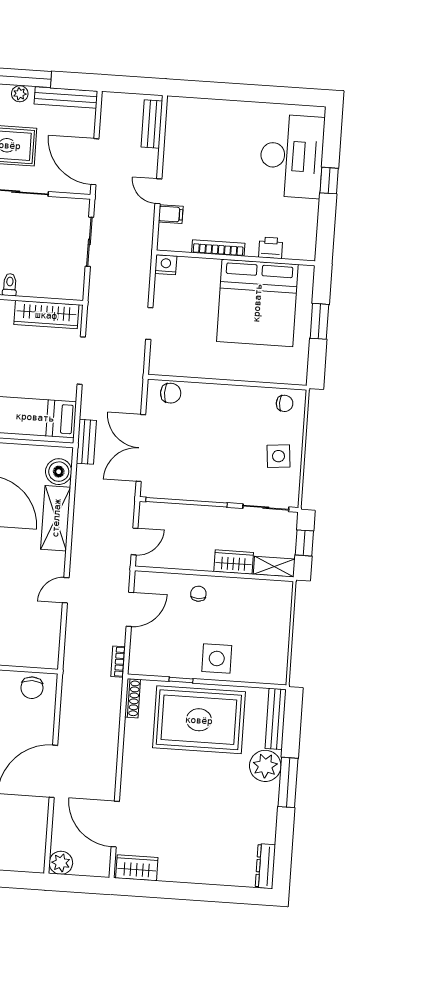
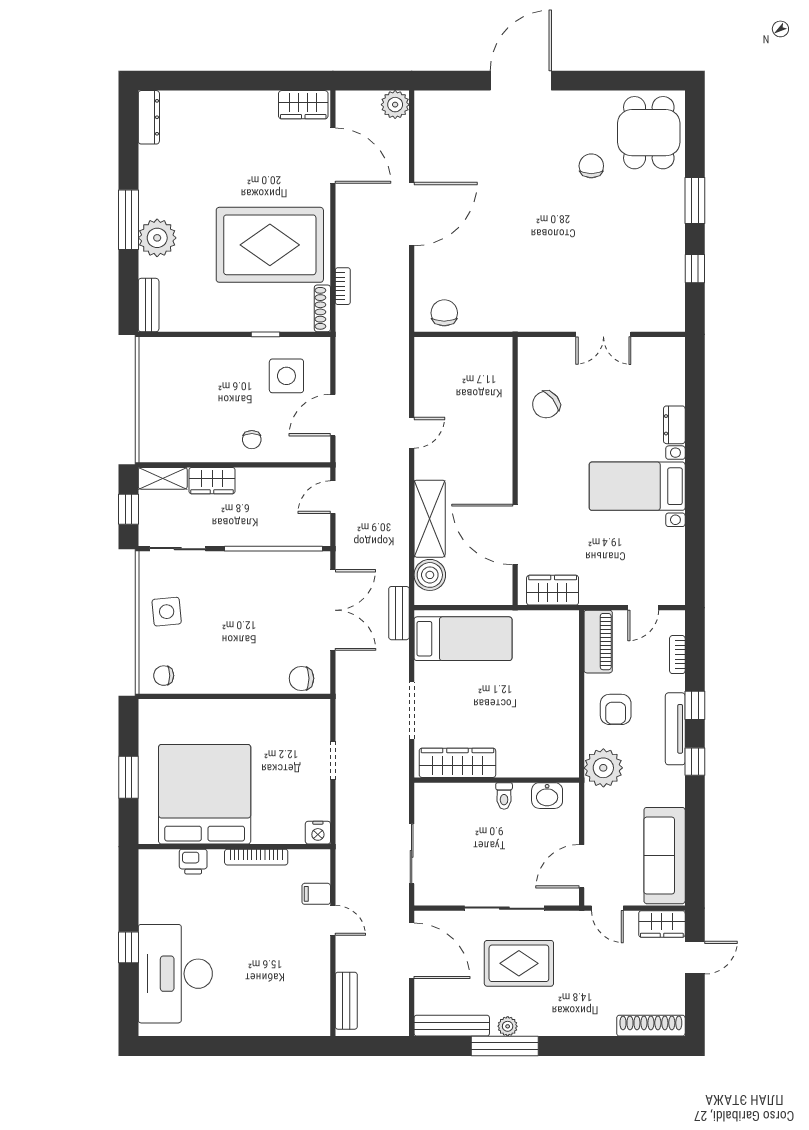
side table: (217, 658) -> (286, 376), moved
bookcase: (118, 662) -> (343, 286), moved
bench: (276, 719) -> (149, 305), width x0.73
rug: (199, 720) -> (270, 245), moved

